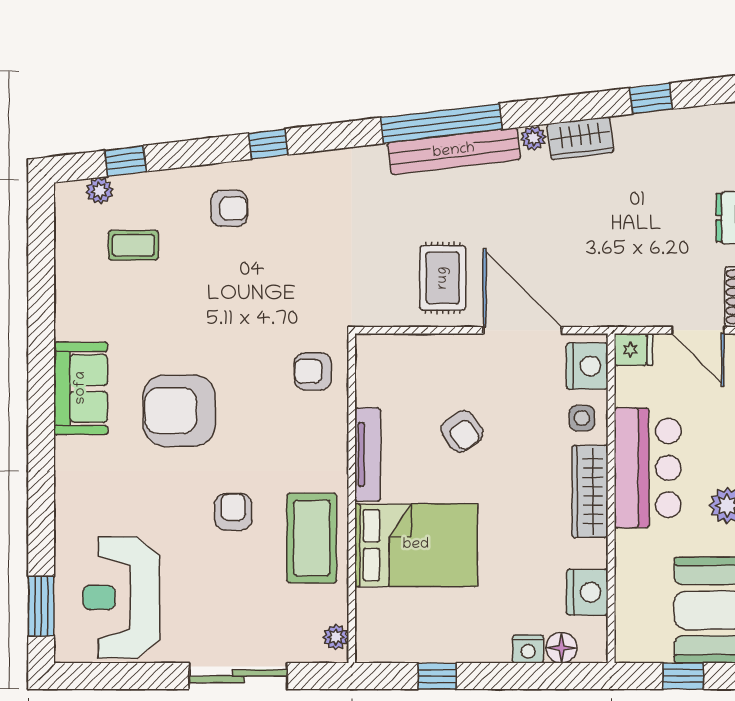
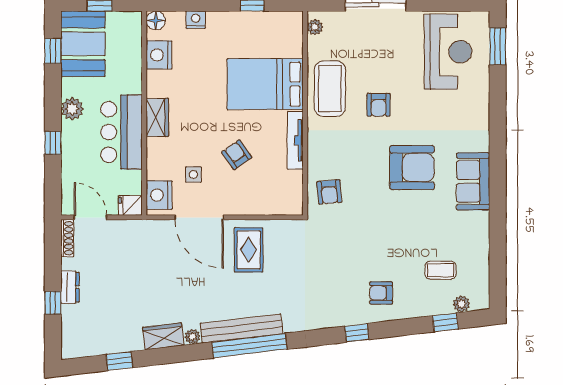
armchair: (313, 371) -> (329, 192), turned 85
side table: (582, 418) -> (193, 175), moved
wardrobe: (590, 491) -> (157, 117), width x0.67
floor lamp: (561, 648) -> (156, 20), moved

